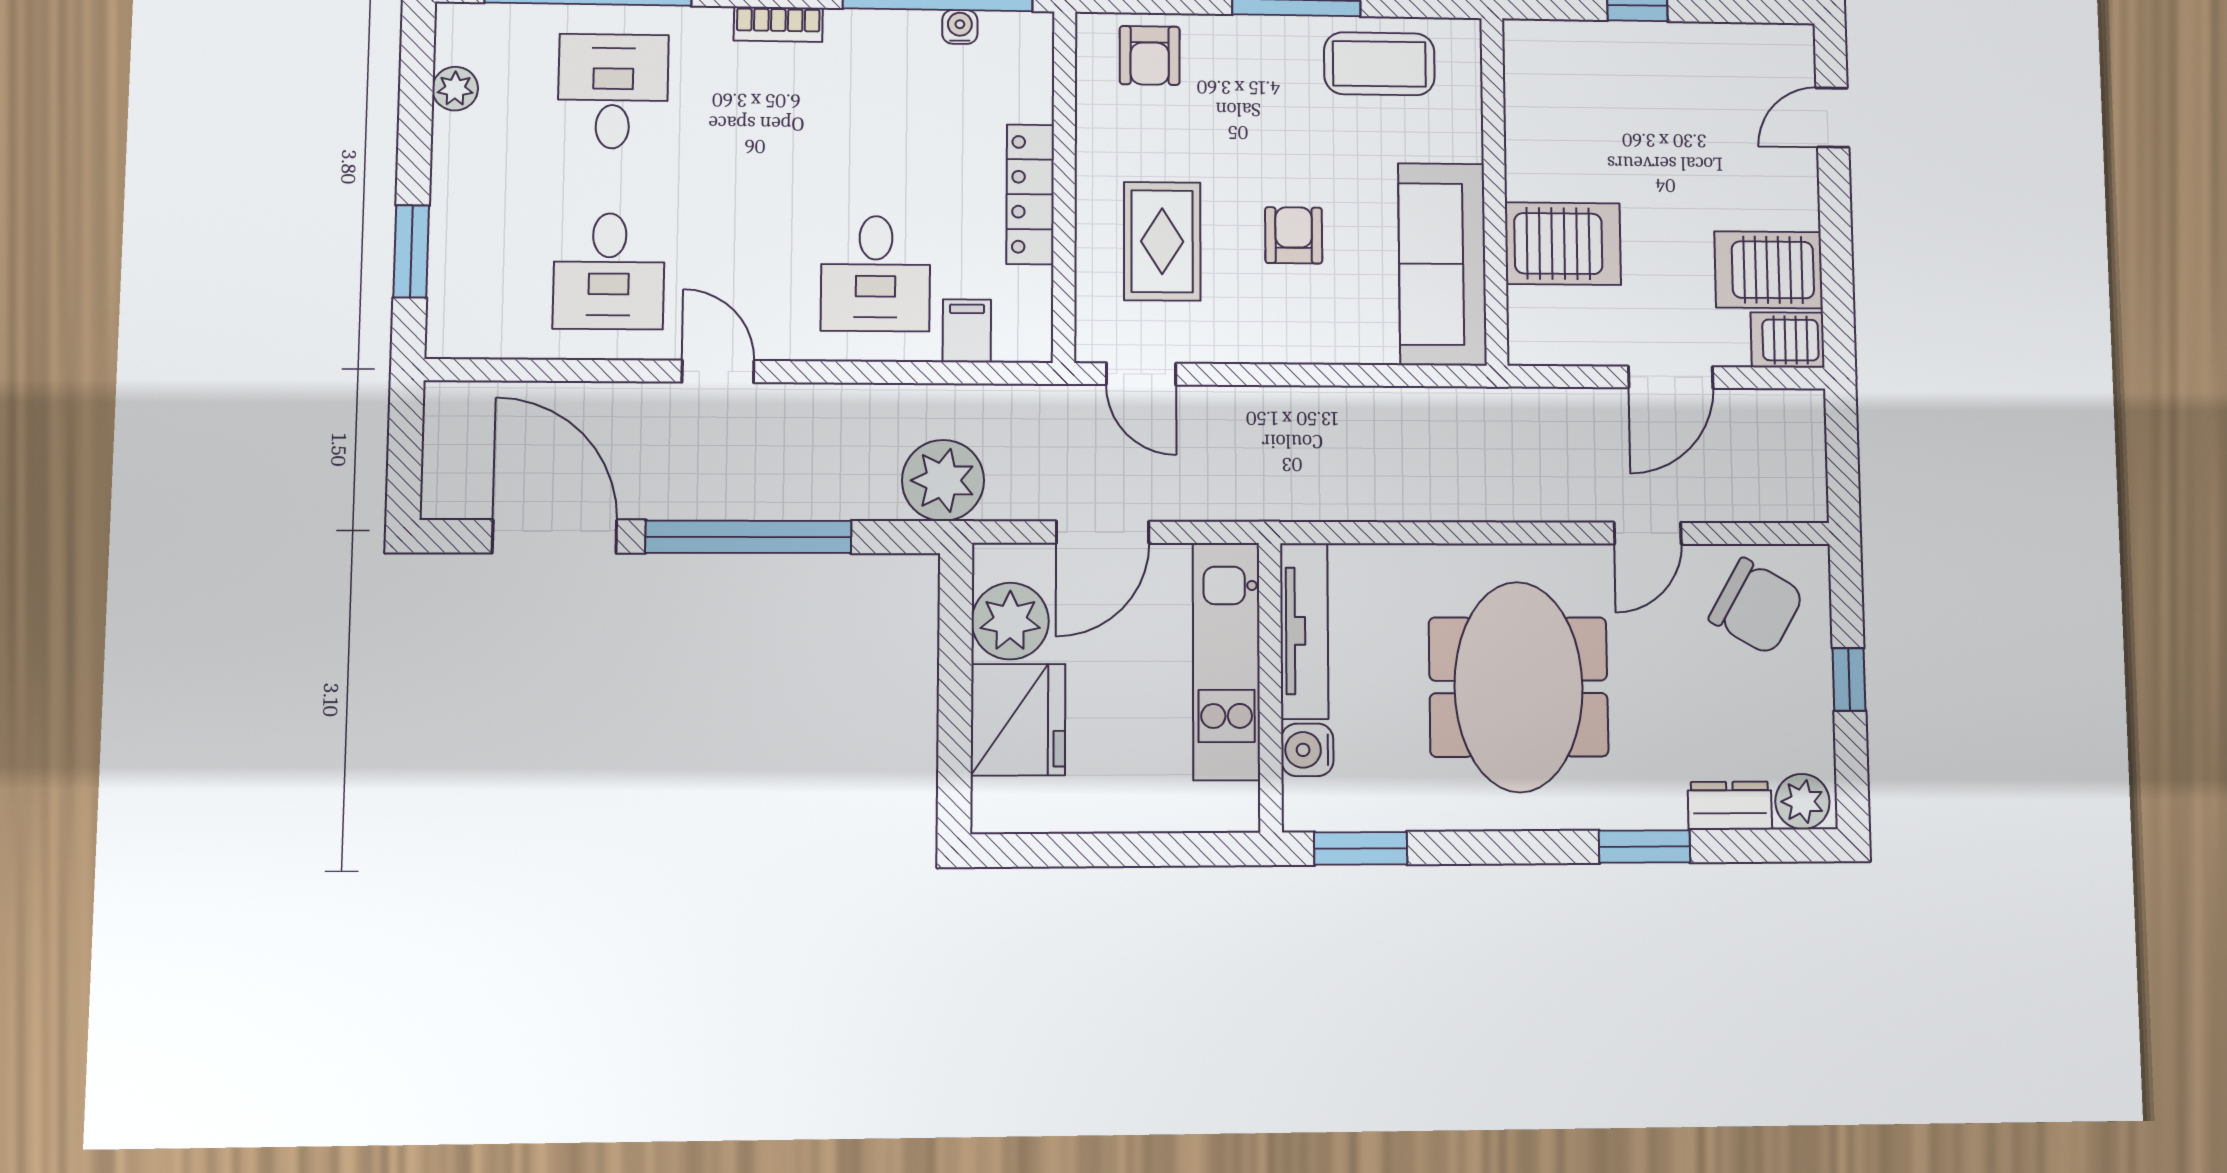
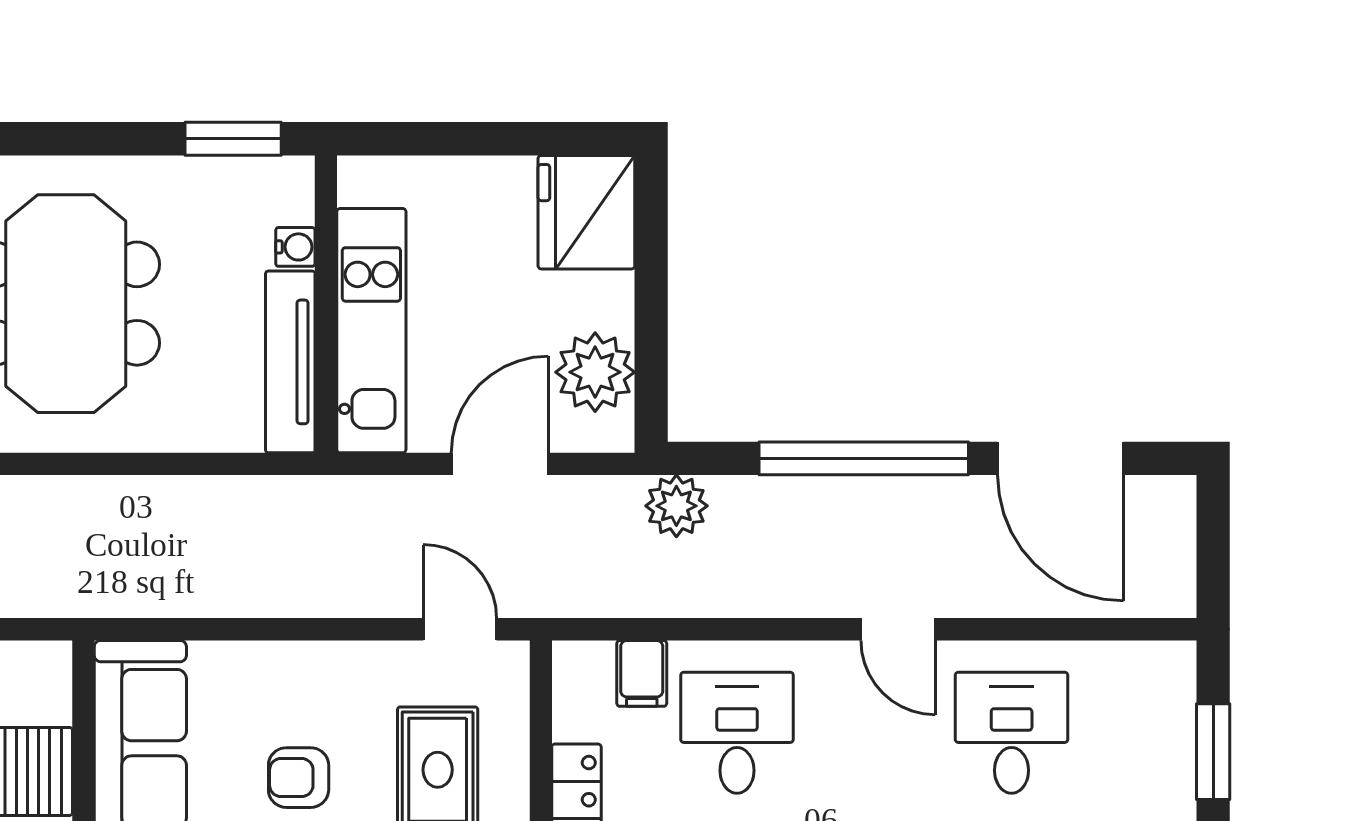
armchair: (1294, 235) -> (299, 778), turned 90
plant: (943, 480) -> (676, 506), width x0.73, depth x0.73
fridge: (1018, 720) -> (586, 212), moved
water cooler: (1307, 750) -> (295, 247), width x0.72, depth x0.72

